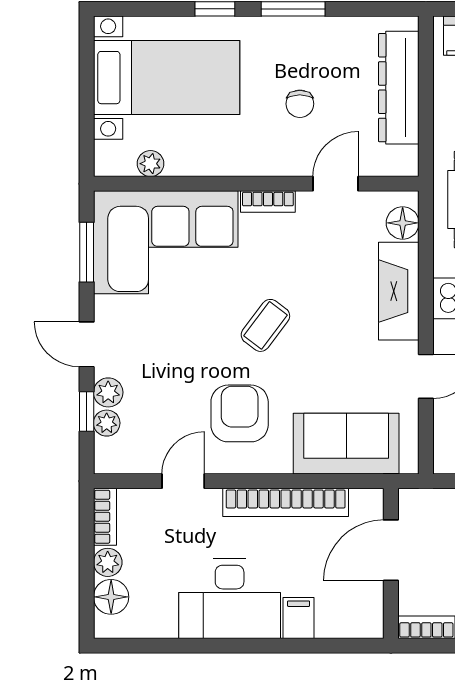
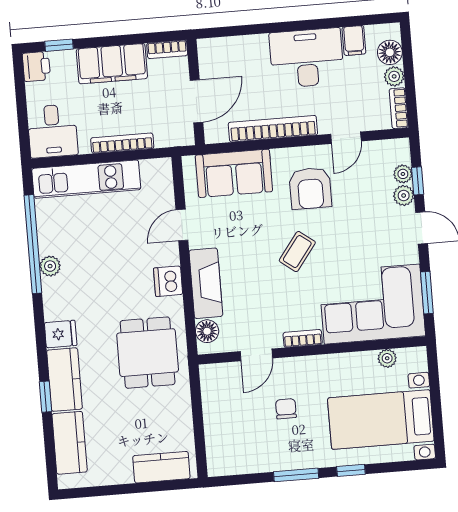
dresser: (399, 88) -> (218, 426), removed
filing cabinet: (299, 618) -> (354, 40), moved

